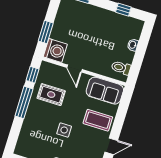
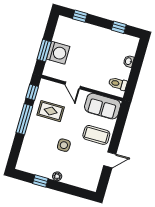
washing machine: (55, 50) -> (58, 53), moved

